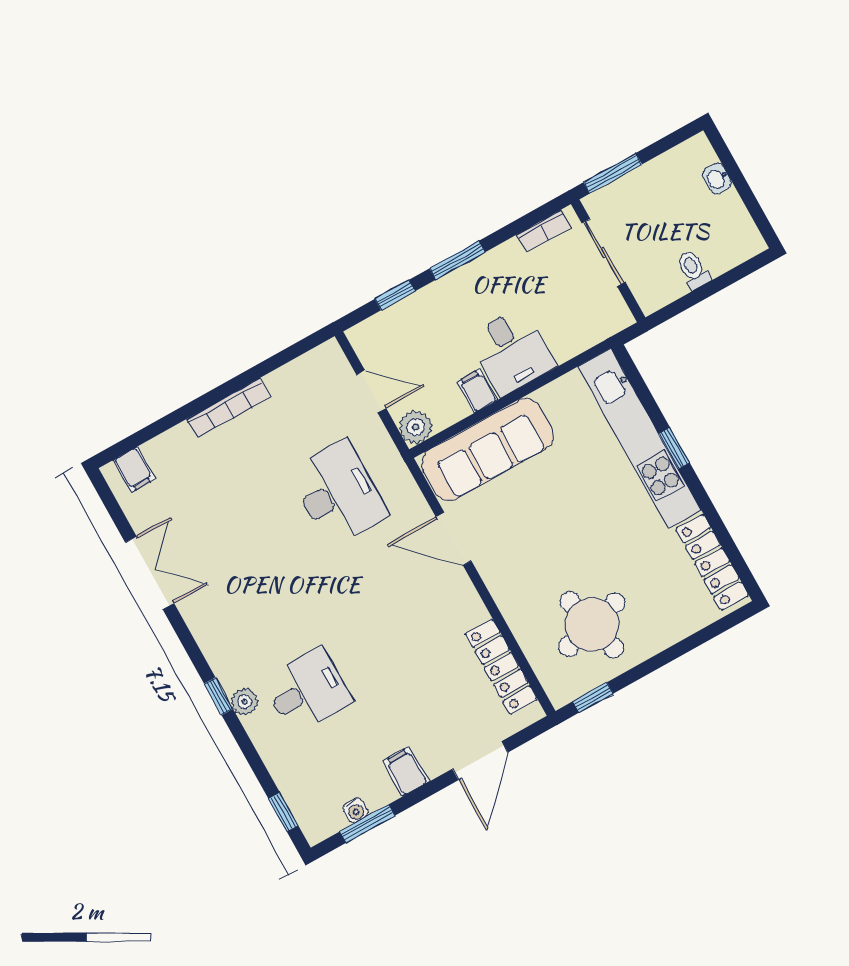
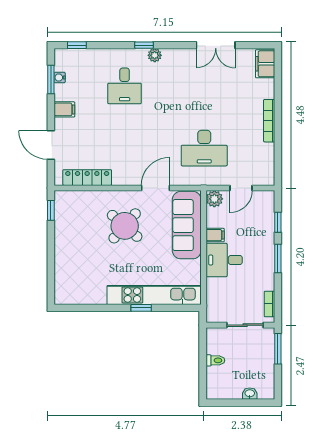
filing cabinet: (134, 470) -> (265, 64), width x2.00
locker: (712, 562) -> (81, 297), removed
round table: (592, 625) -> (125, 226), moved, turned -35
plant: (245, 702) -> (155, 55), moved

